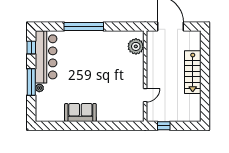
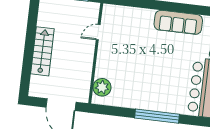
sofa: (80, 112) -> (178, 22), width x1.36

